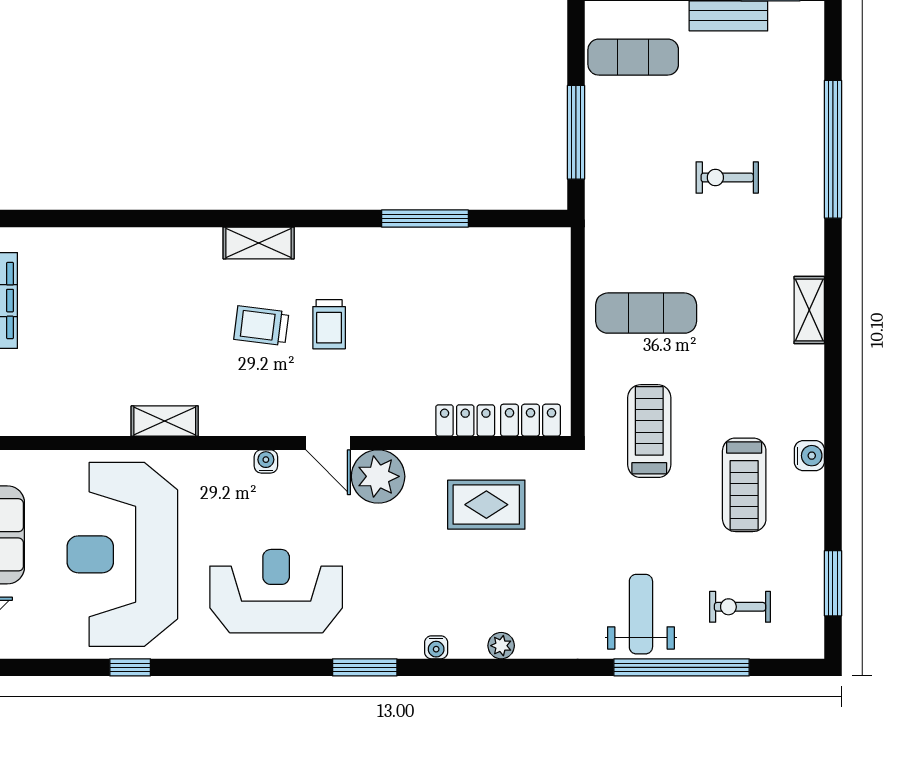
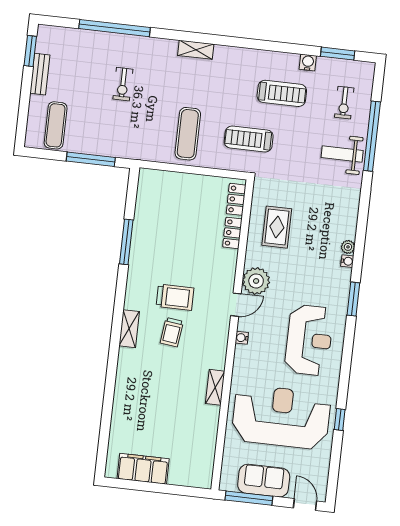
trolley: (329, 324) -> (175, 297), width x1.36, depth x1.39
water cooler: (809, 456) -> (308, 62), moved
reception desk: (122, 554) -> (281, 417), turned 180
reception desk: (276, 591) -> (309, 340), turned 180
plant: (501, 646) -> (348, 247), moved

